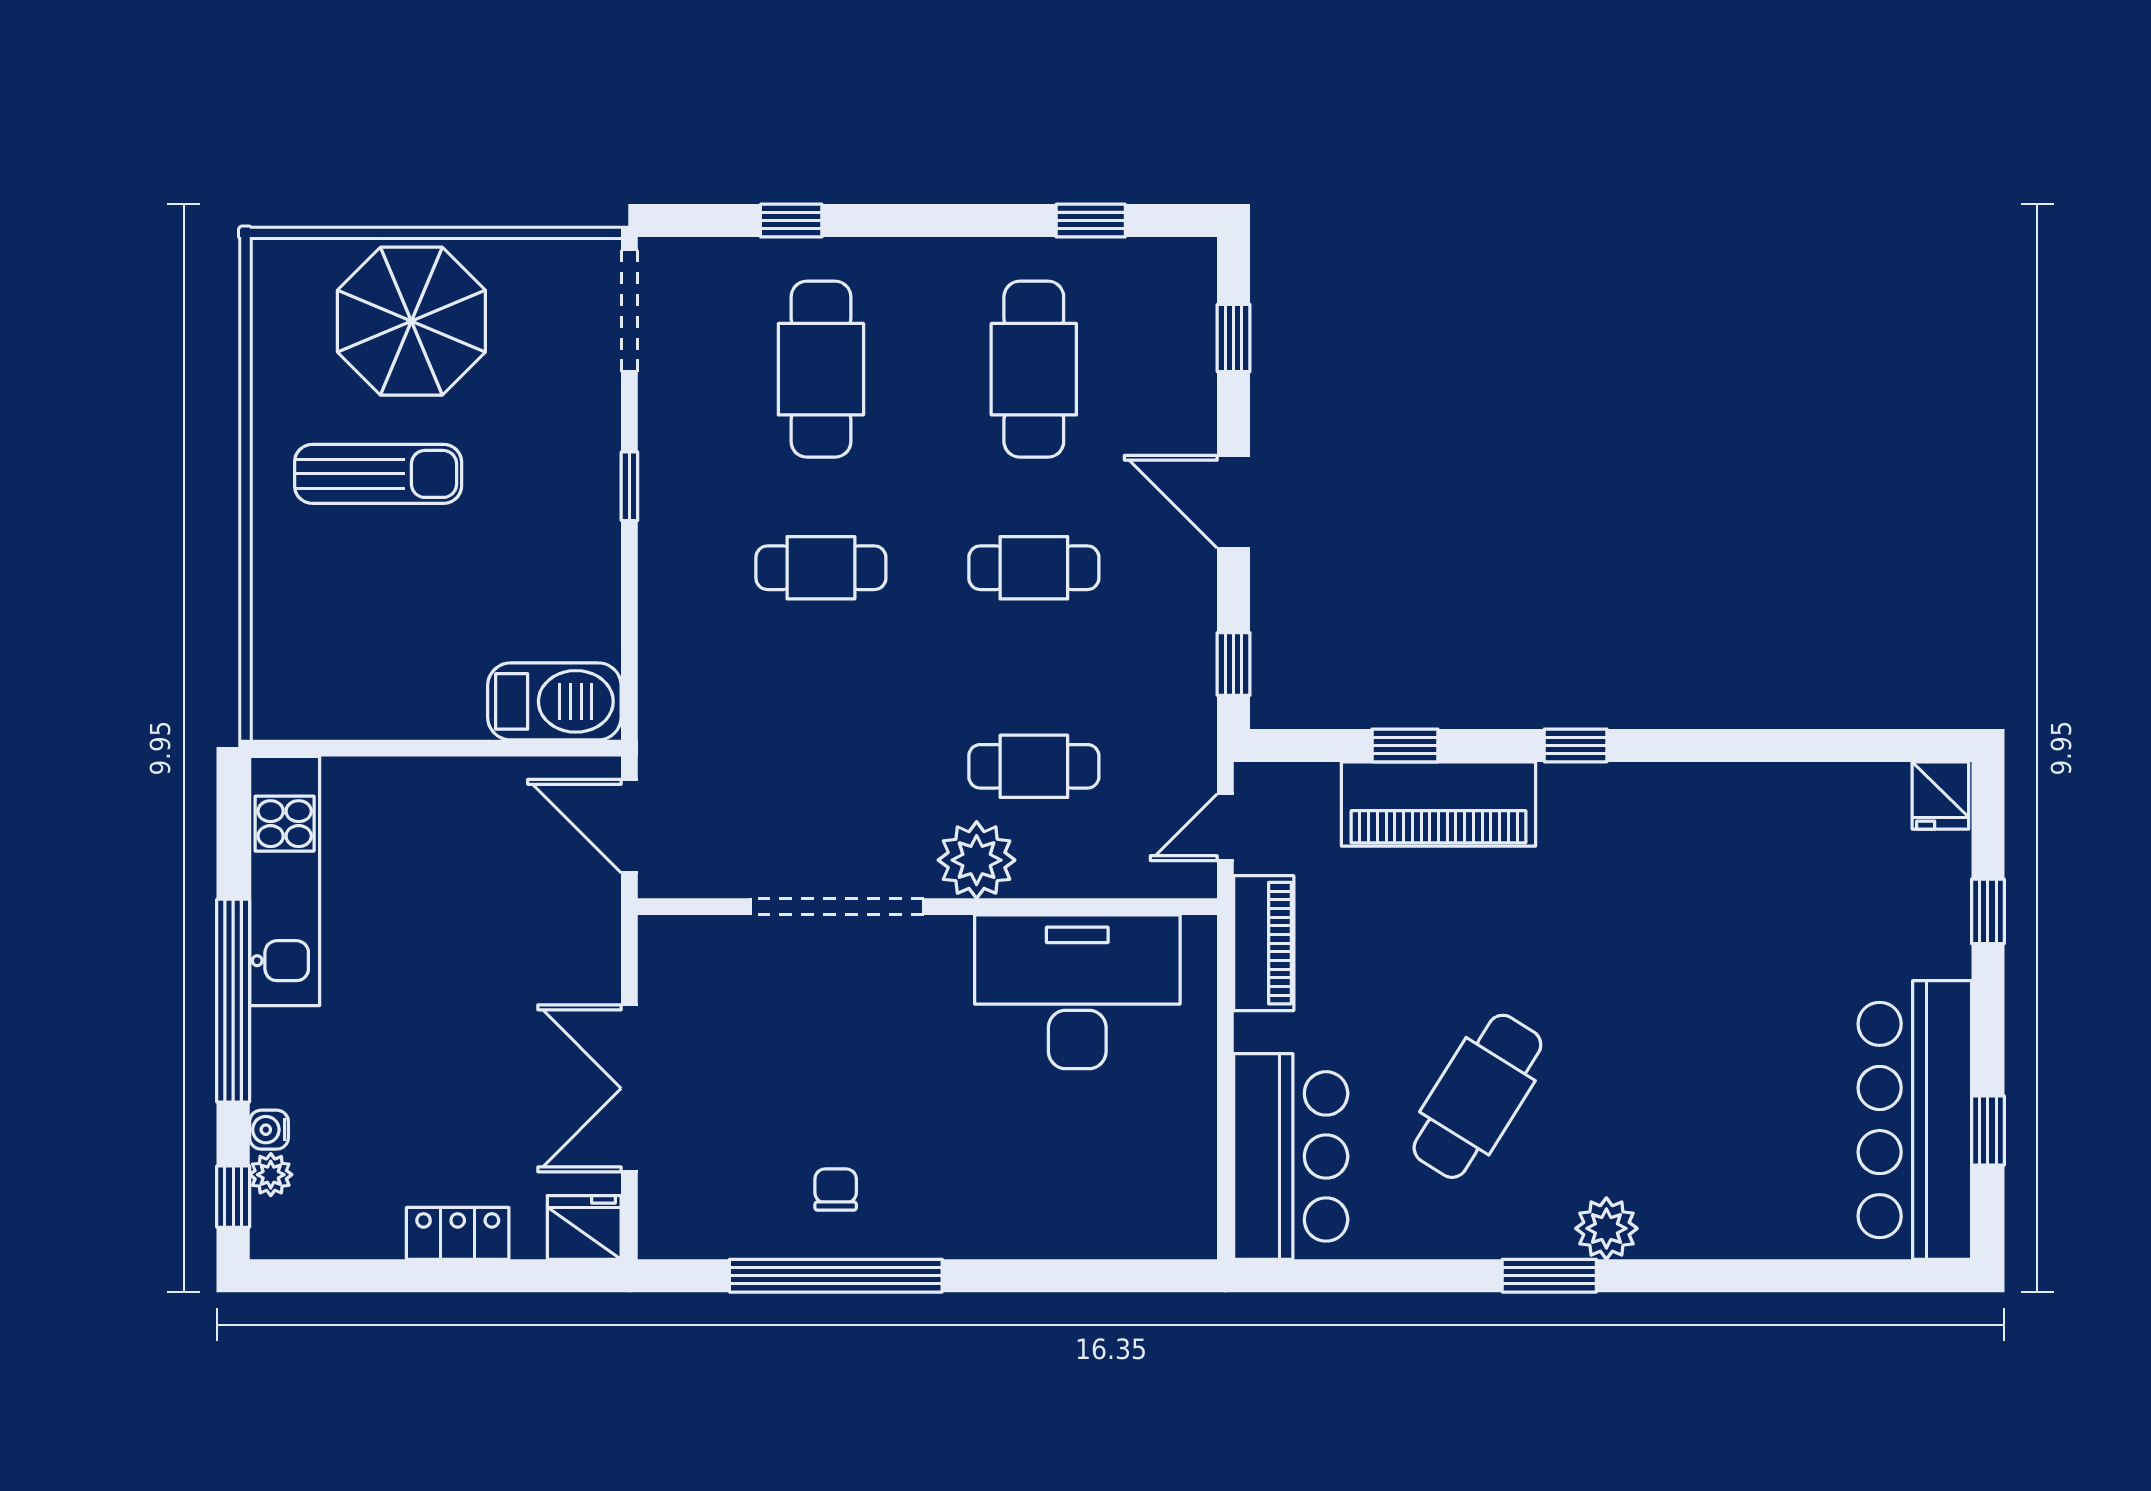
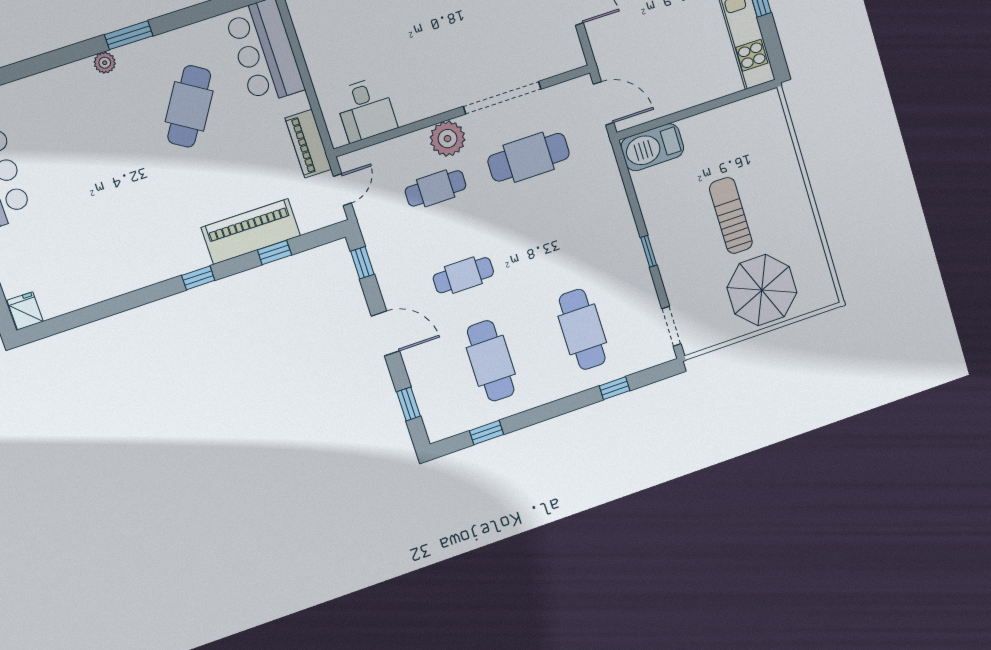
doorway: (629, 311) -> (671, 326), width x0.73
sun lounger: (378, 474) -> (731, 215), moved, turned 90
cafe table: (821, 568) -> (529, 157), moved, width x1.37, depth x1.35
desk: (1077, 992) -> (366, 110), width x0.53, depth x0.77
plant: (1606, 1228) -> (105, 63), width x0.73, depth x0.73

